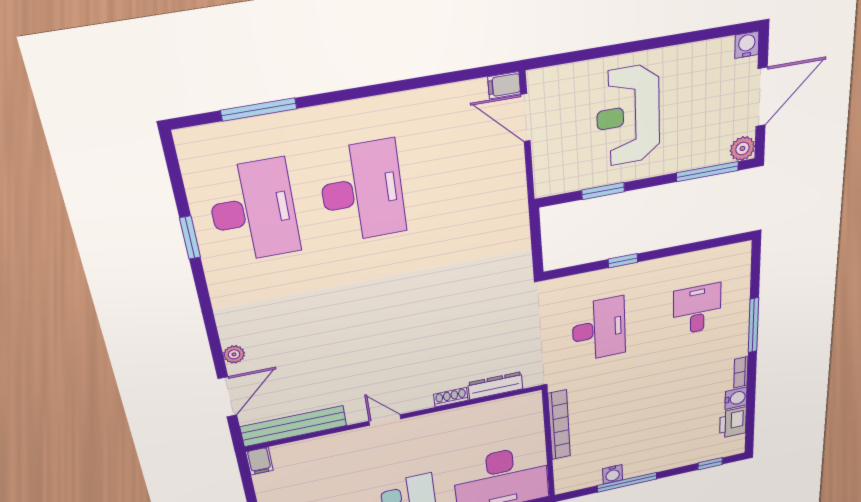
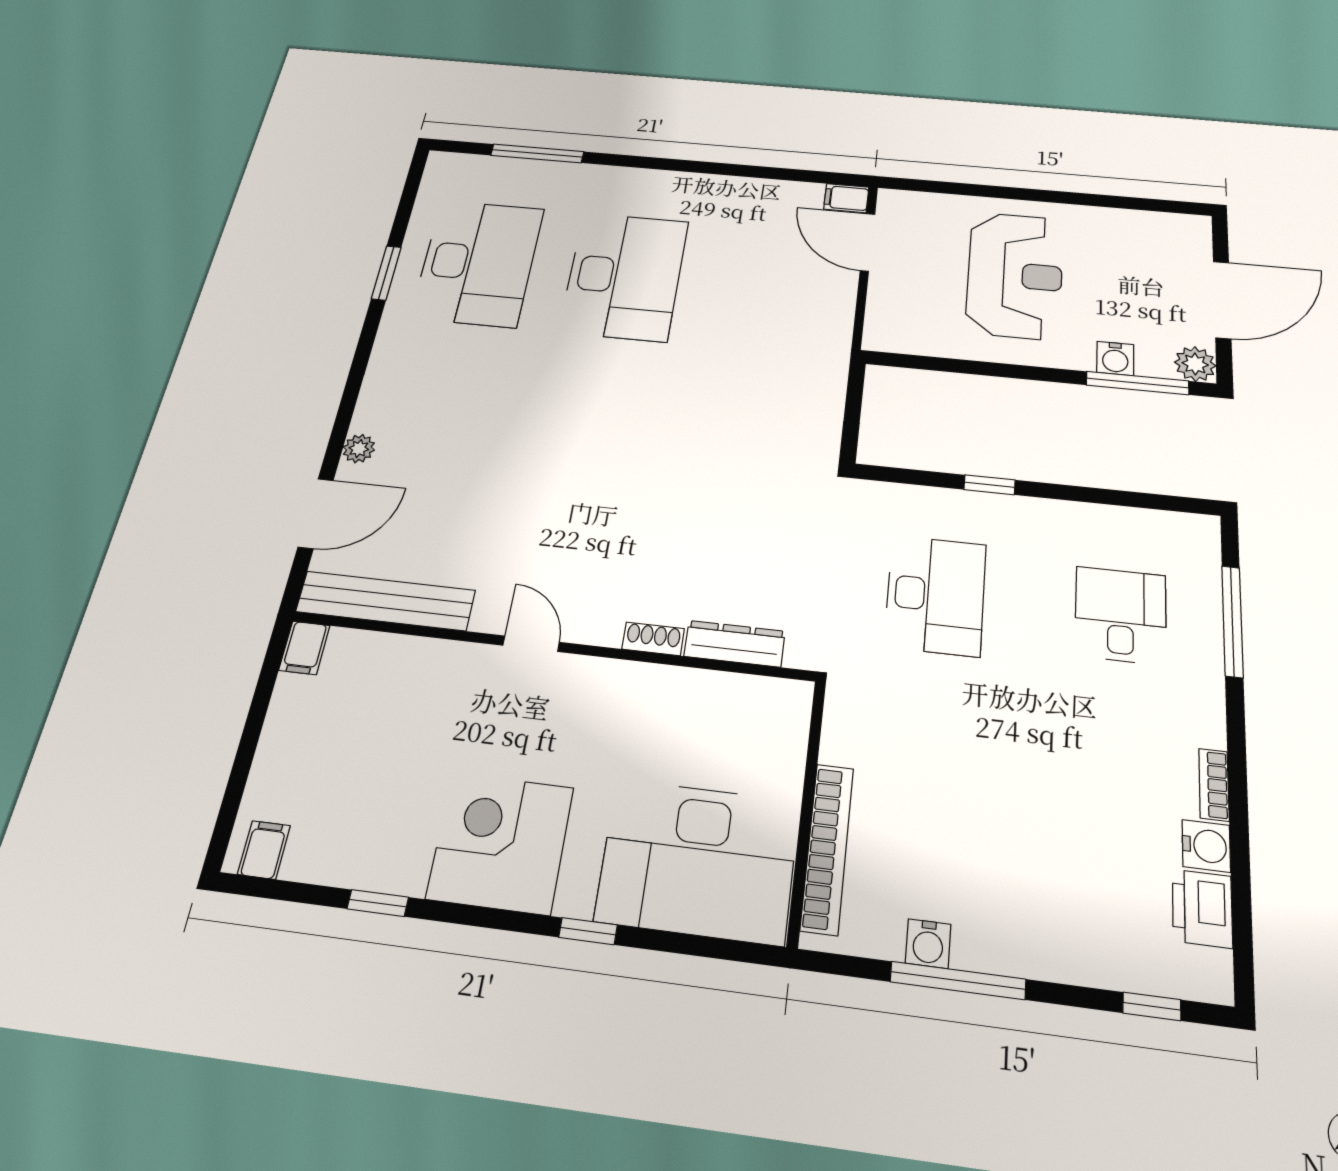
water cooler: (747, 45) -> (1115, 358), moved, turned 180
reception desk: (628, 116) -> (1015, 275), turned 180
window: (603, 191) -> (967, 367), removed
window: (753, 325) -> (1232, 621), moved
bookcase: (559, 425) -> (827, 848), moved

